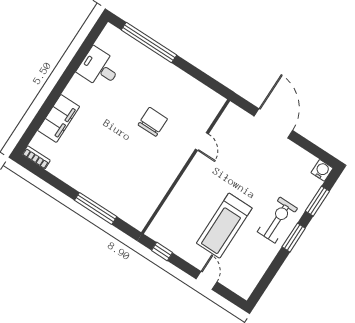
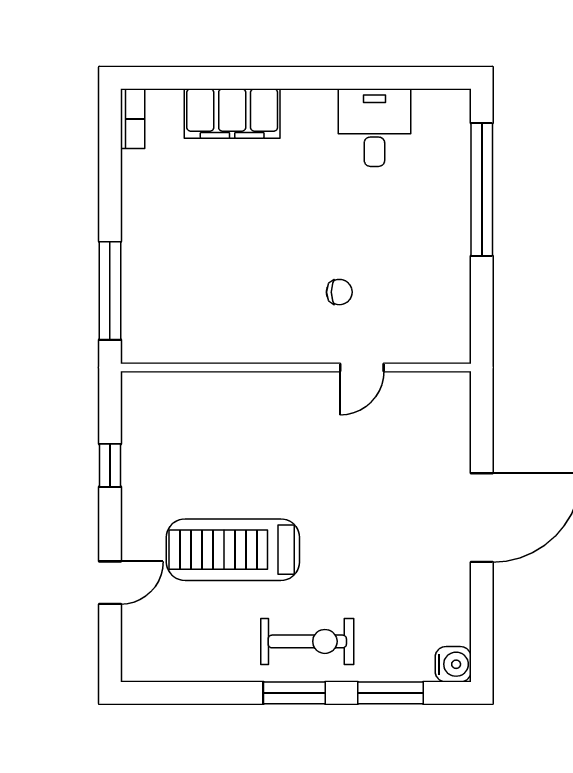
chair: (153, 122) -> (339, 292), width x0.54, depth x0.54
door: (202, 142) -> (362, 368), moved
wall: (186, 167) -> (296, 368), moved

